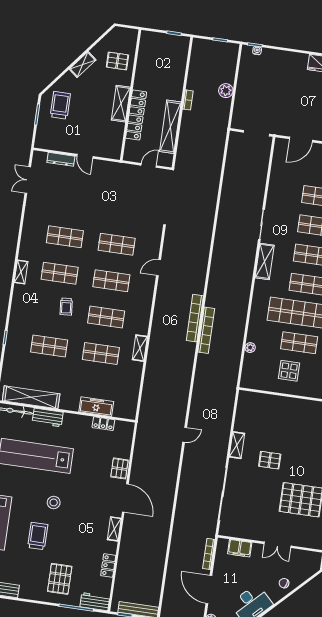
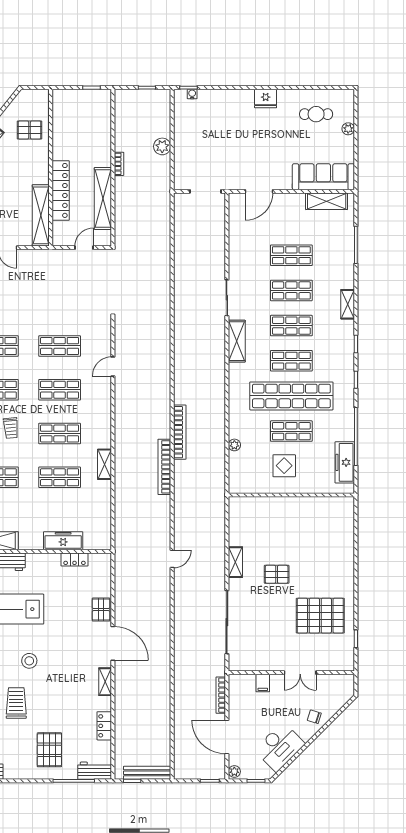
shelving: (121, 104) -> (41, 215), moved, width x1.47
bookcase: (195, 318) -> (164, 467), moved
filing cabinet: (240, 548) -> (263, 683), width x0.50

